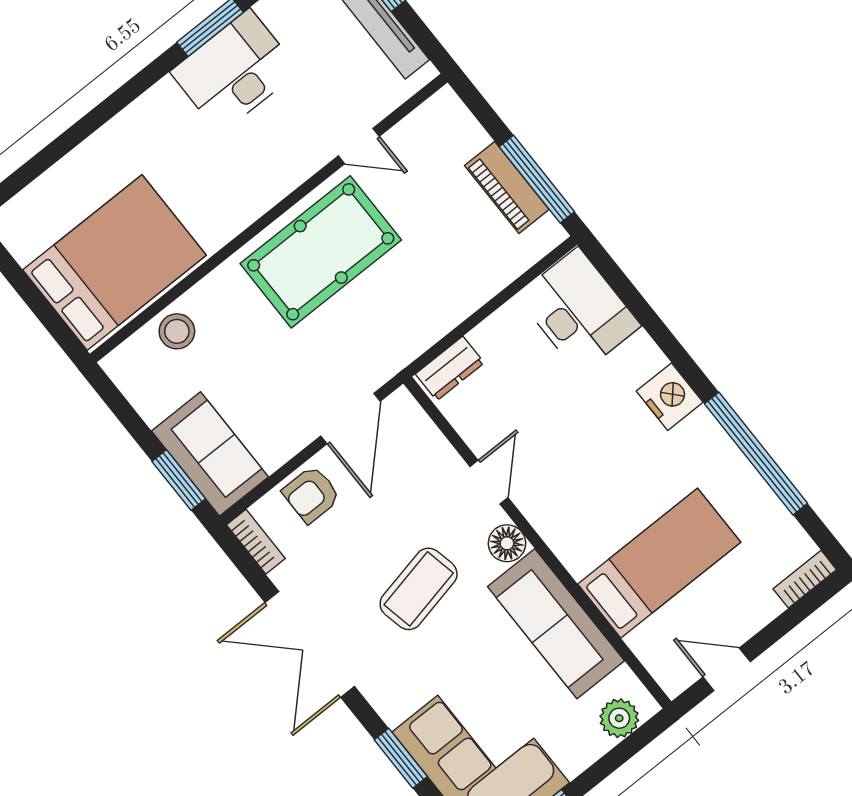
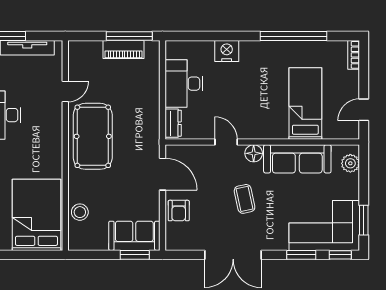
desk: (579, 311) -> (184, 84), moved, turned -90
nightstand: (670, 397) -> (227, 51), moved
bookcase: (256, 542) -> (180, 245), removed
coffee table: (419, 589) -> (245, 199), width x0.73, depth x0.77

